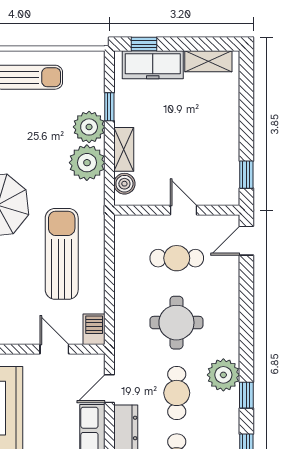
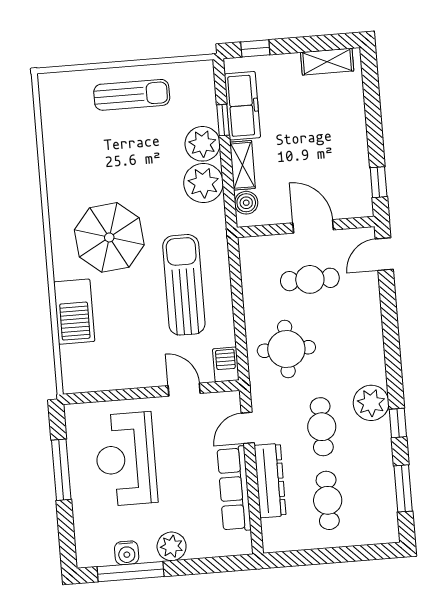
freezer: (153, 65) -> (242, 106), moved, turned -90
door: (184, 210) -> (313, 226), width x1.38
round table: (176, 323) -> (286, 349), moved

